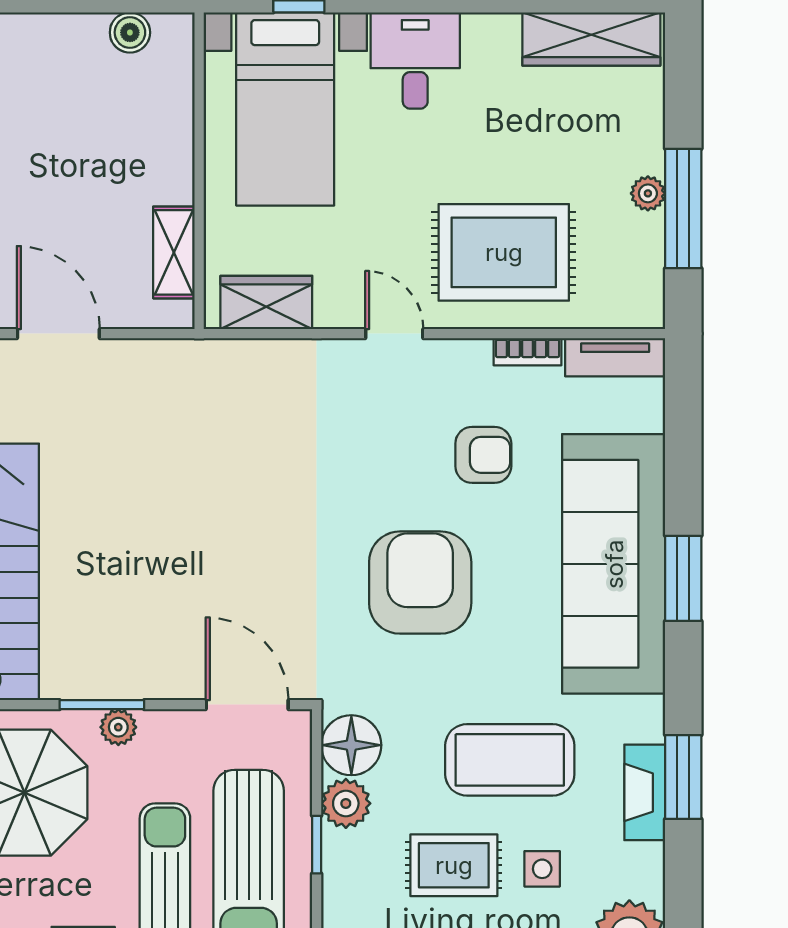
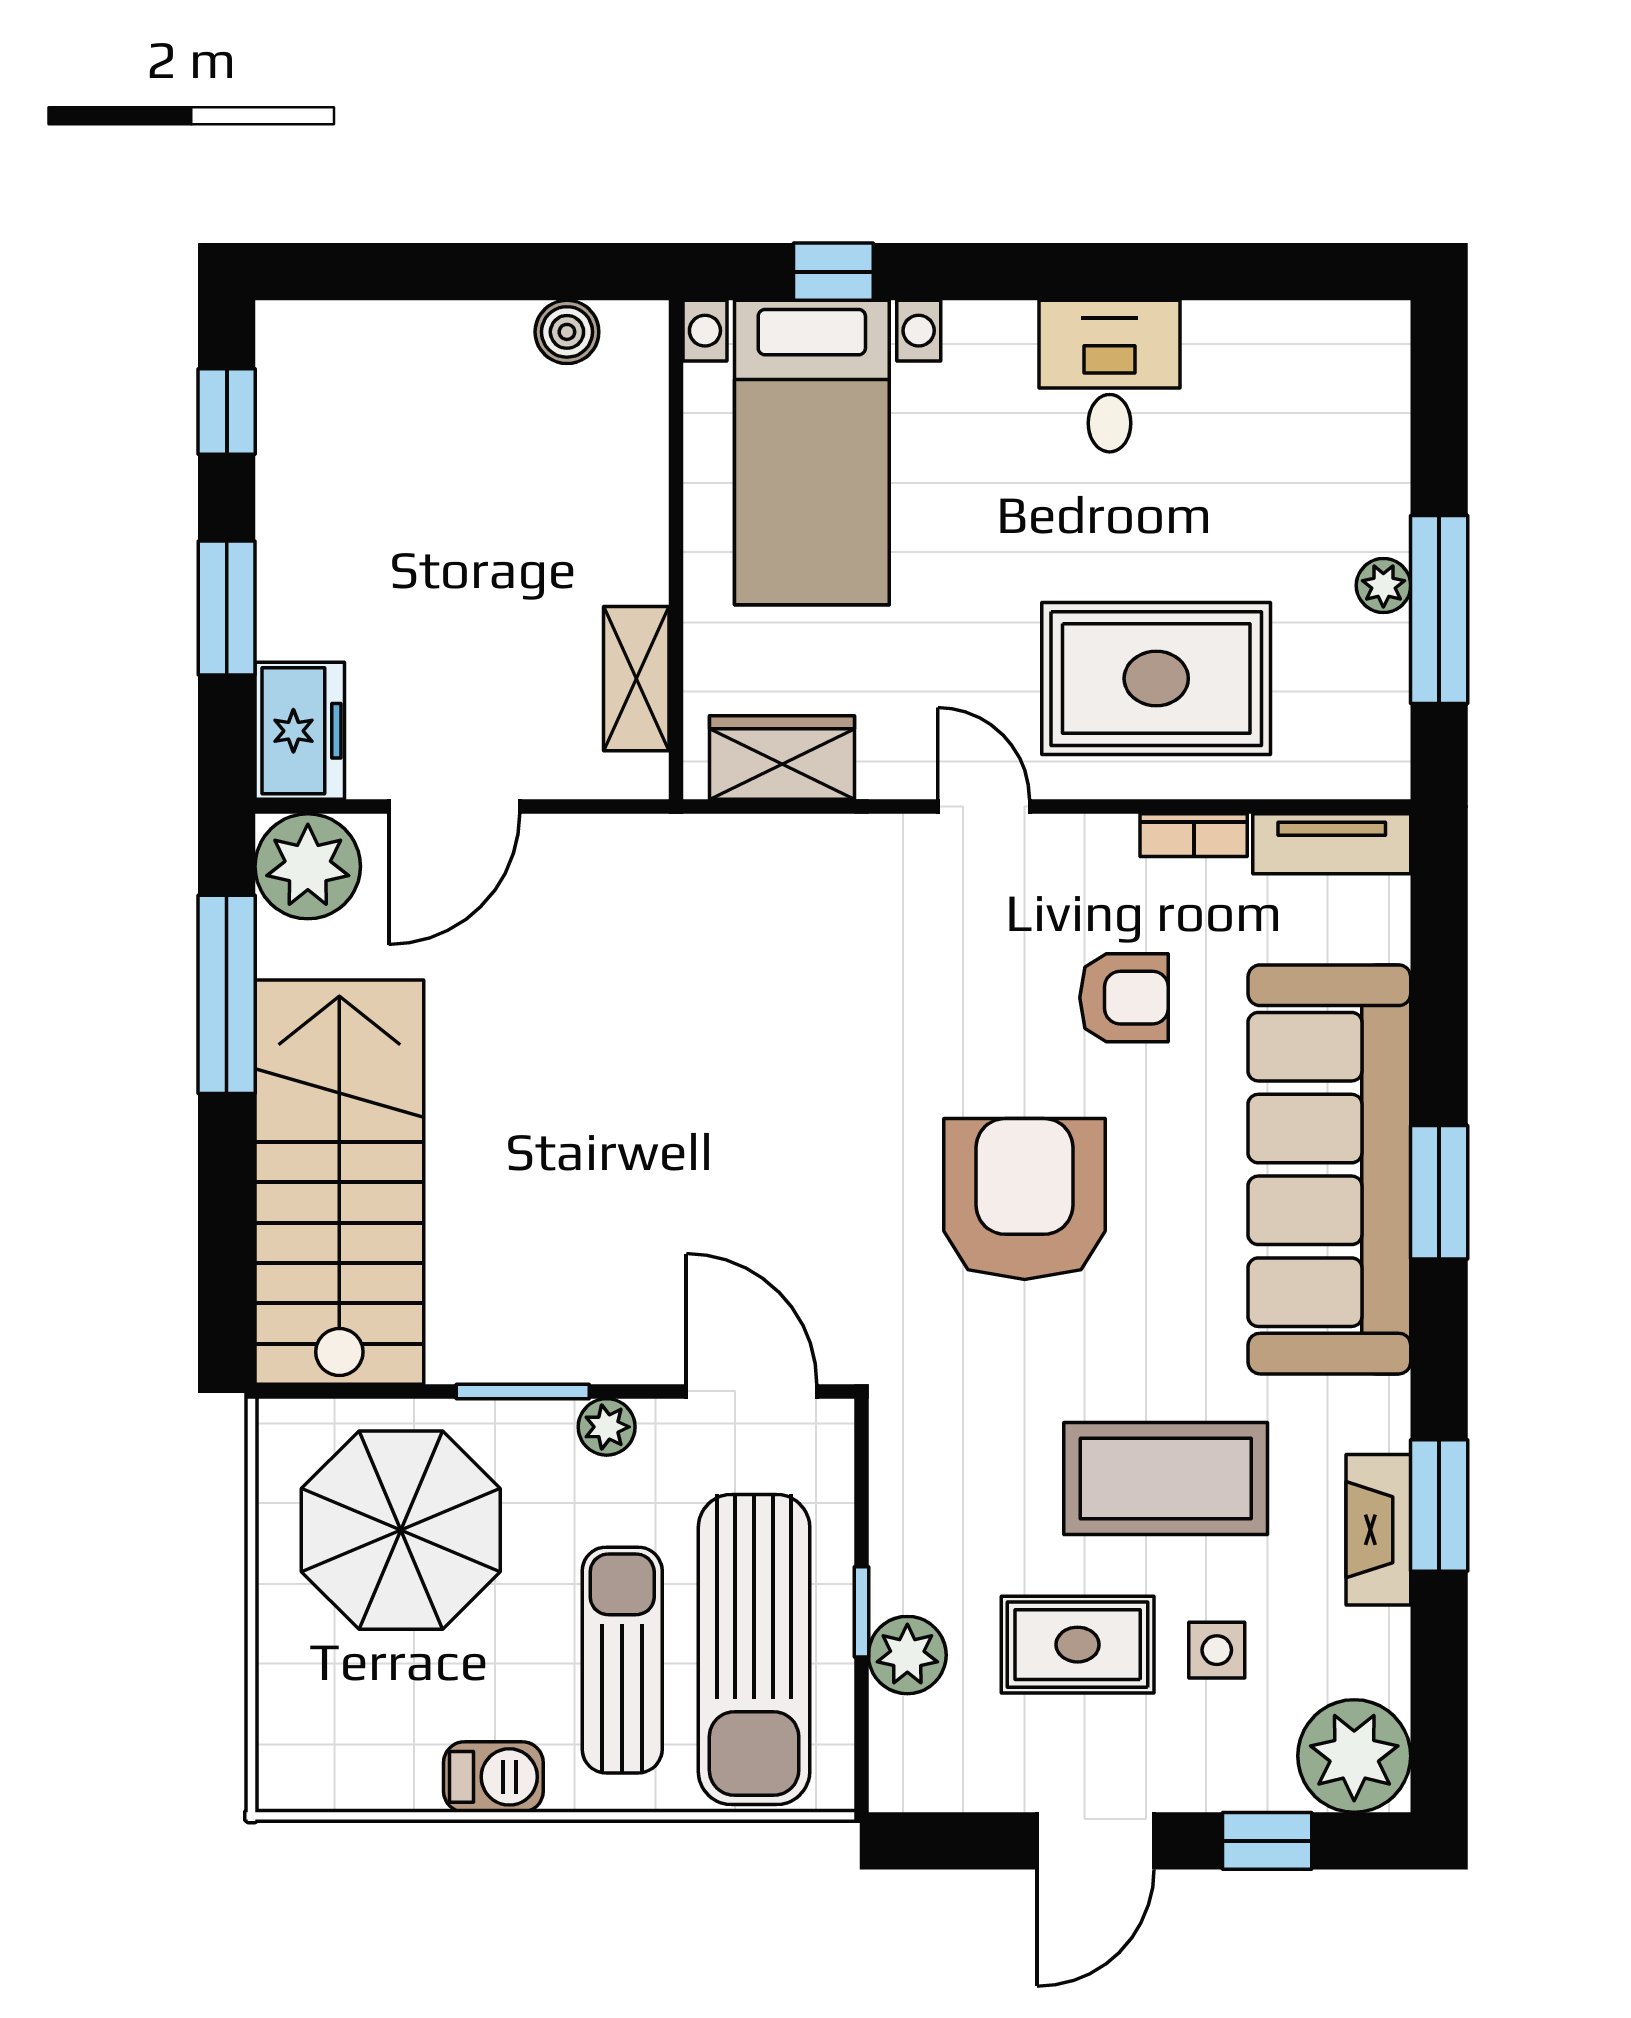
wardrobe: (591, 39) -> (1294, 342), removed
desk: (415, 60) -> (1110, 376), moved
door: (58, 334) -> (454, 807), swing flipped
plant: (118, 727) -> (607, 1427), moved
floor lamp: (351, 745) -> (916, 1455), removed
plant: (346, 803) -> (907, 1655), moved

